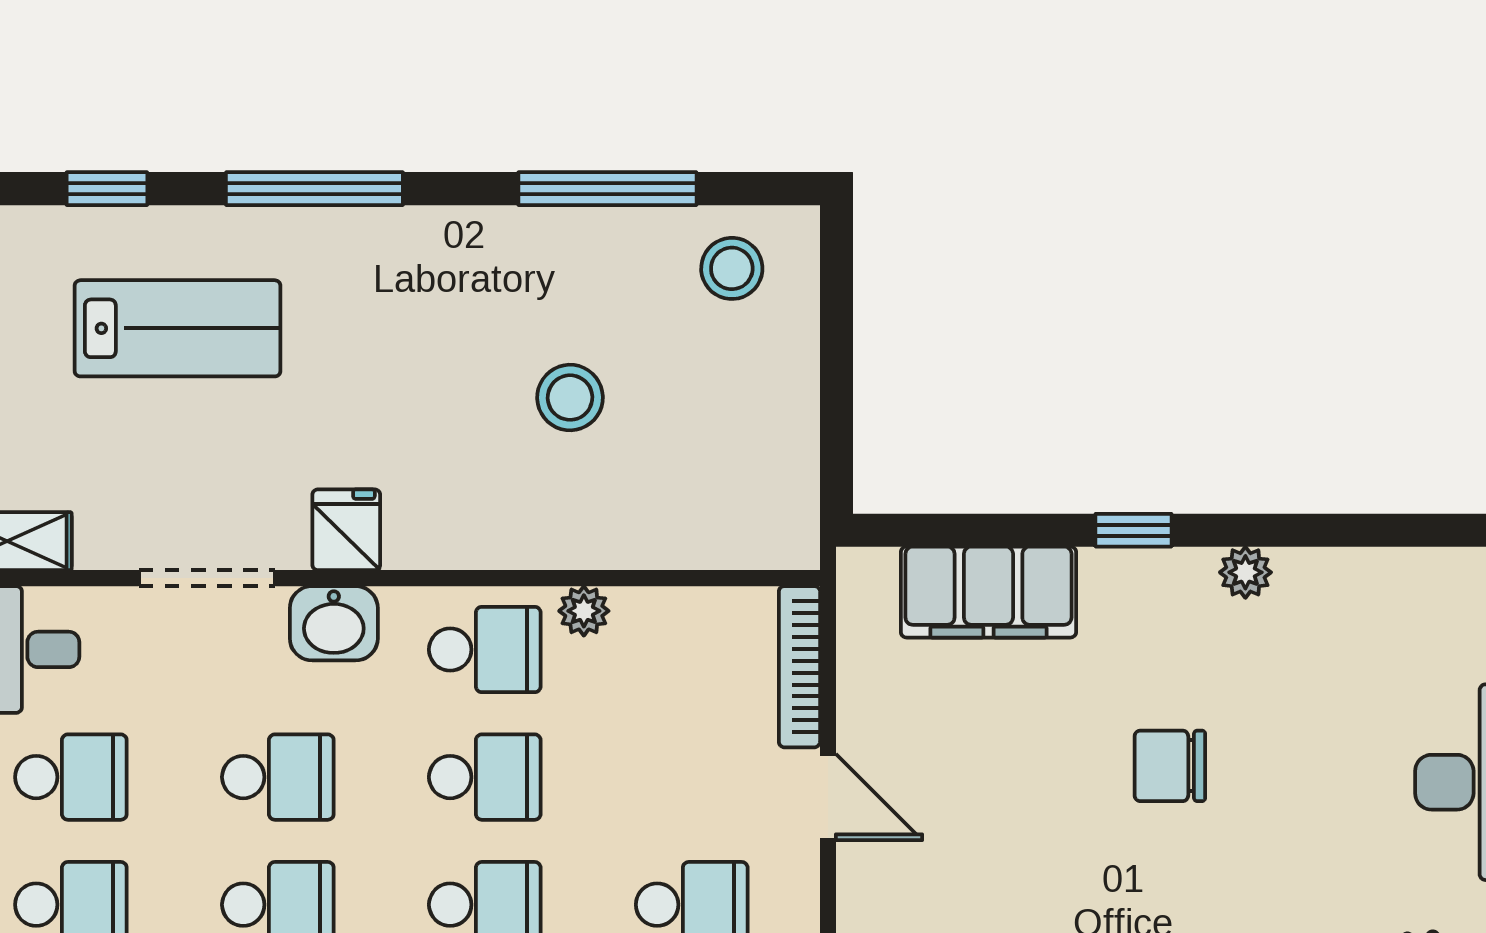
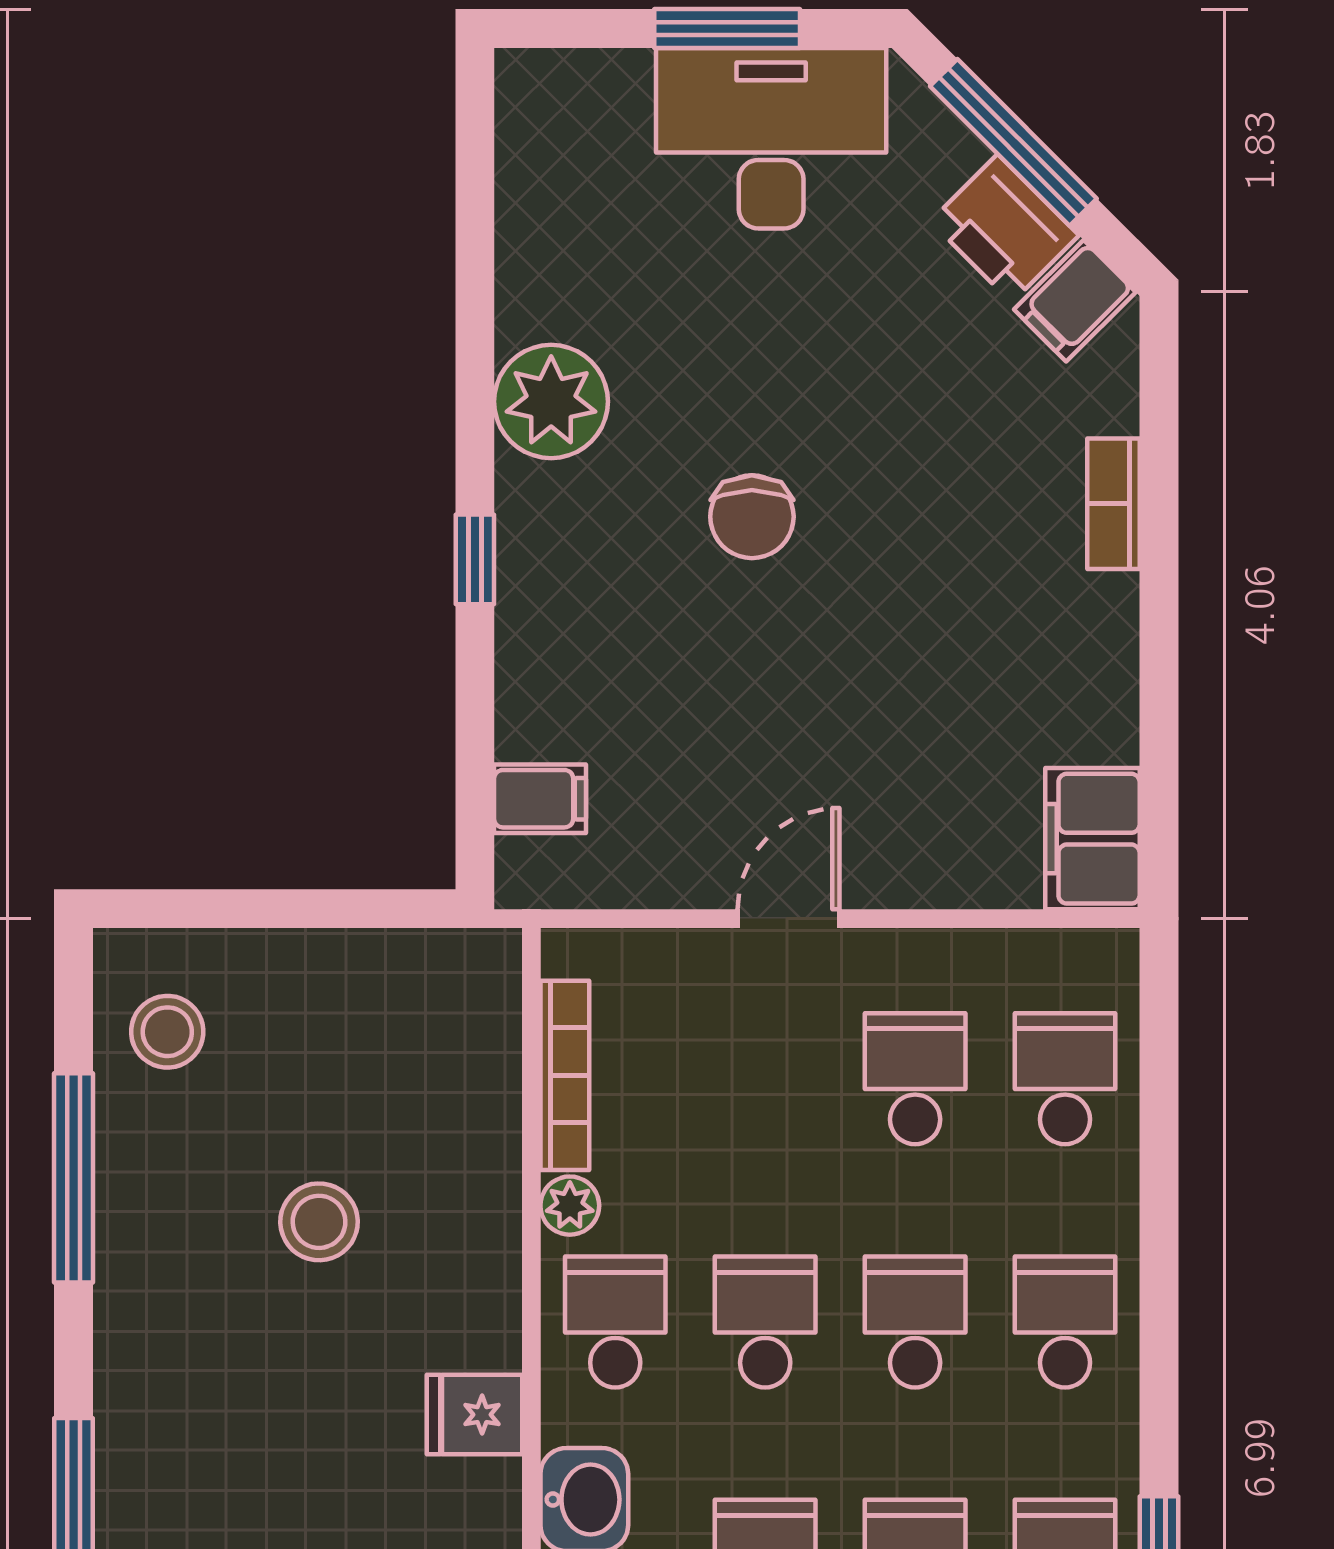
fridge: (346, 530) -> (474, 1415), moved
plant: (1245, 572) -> (551, 401), width x1.88, depth x1.88
filing cabinet: (988, 592) -> (540, 799), width x0.33, depth x0.86
bookcase: (799, 667) -> (565, 1075), moved, turned -90

